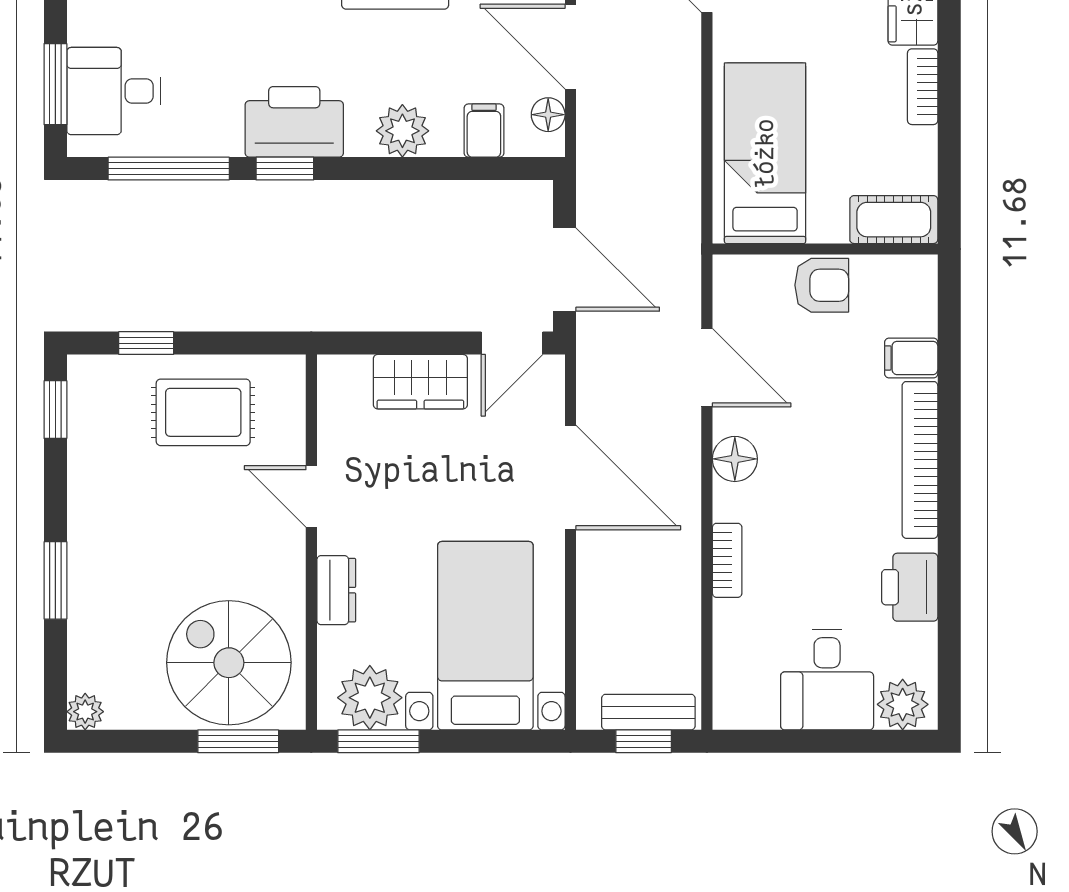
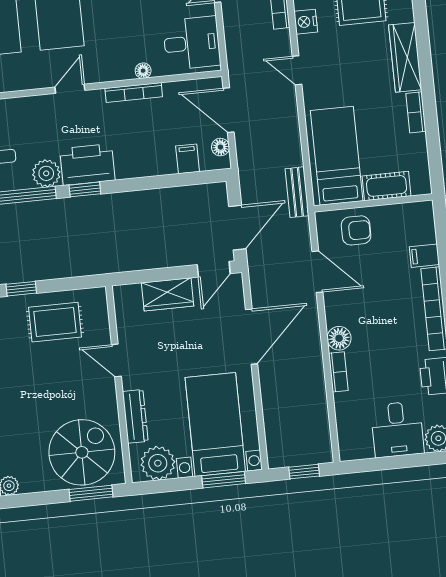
plant: (402, 131) -> (46, 173), moved
cot: (894, 220) -> (387, 186), moved
door: (565, 270) -> (237, 228), hinge flipped
armchair: (822, 285) -> (356, 230), moved
floor lamp: (735, 459) -> (339, 338), moved
door: (570, 477) -> (252, 337), hinge flipped
dresser: (336, 590) -> (135, 416), width x1.44
spiral stairs: (229, 663) -> (82, 452), turned 90
bench: (648, 712) -> (297, 192), moved, turned 90
window: (379, 741) -> (224, 480), moved

